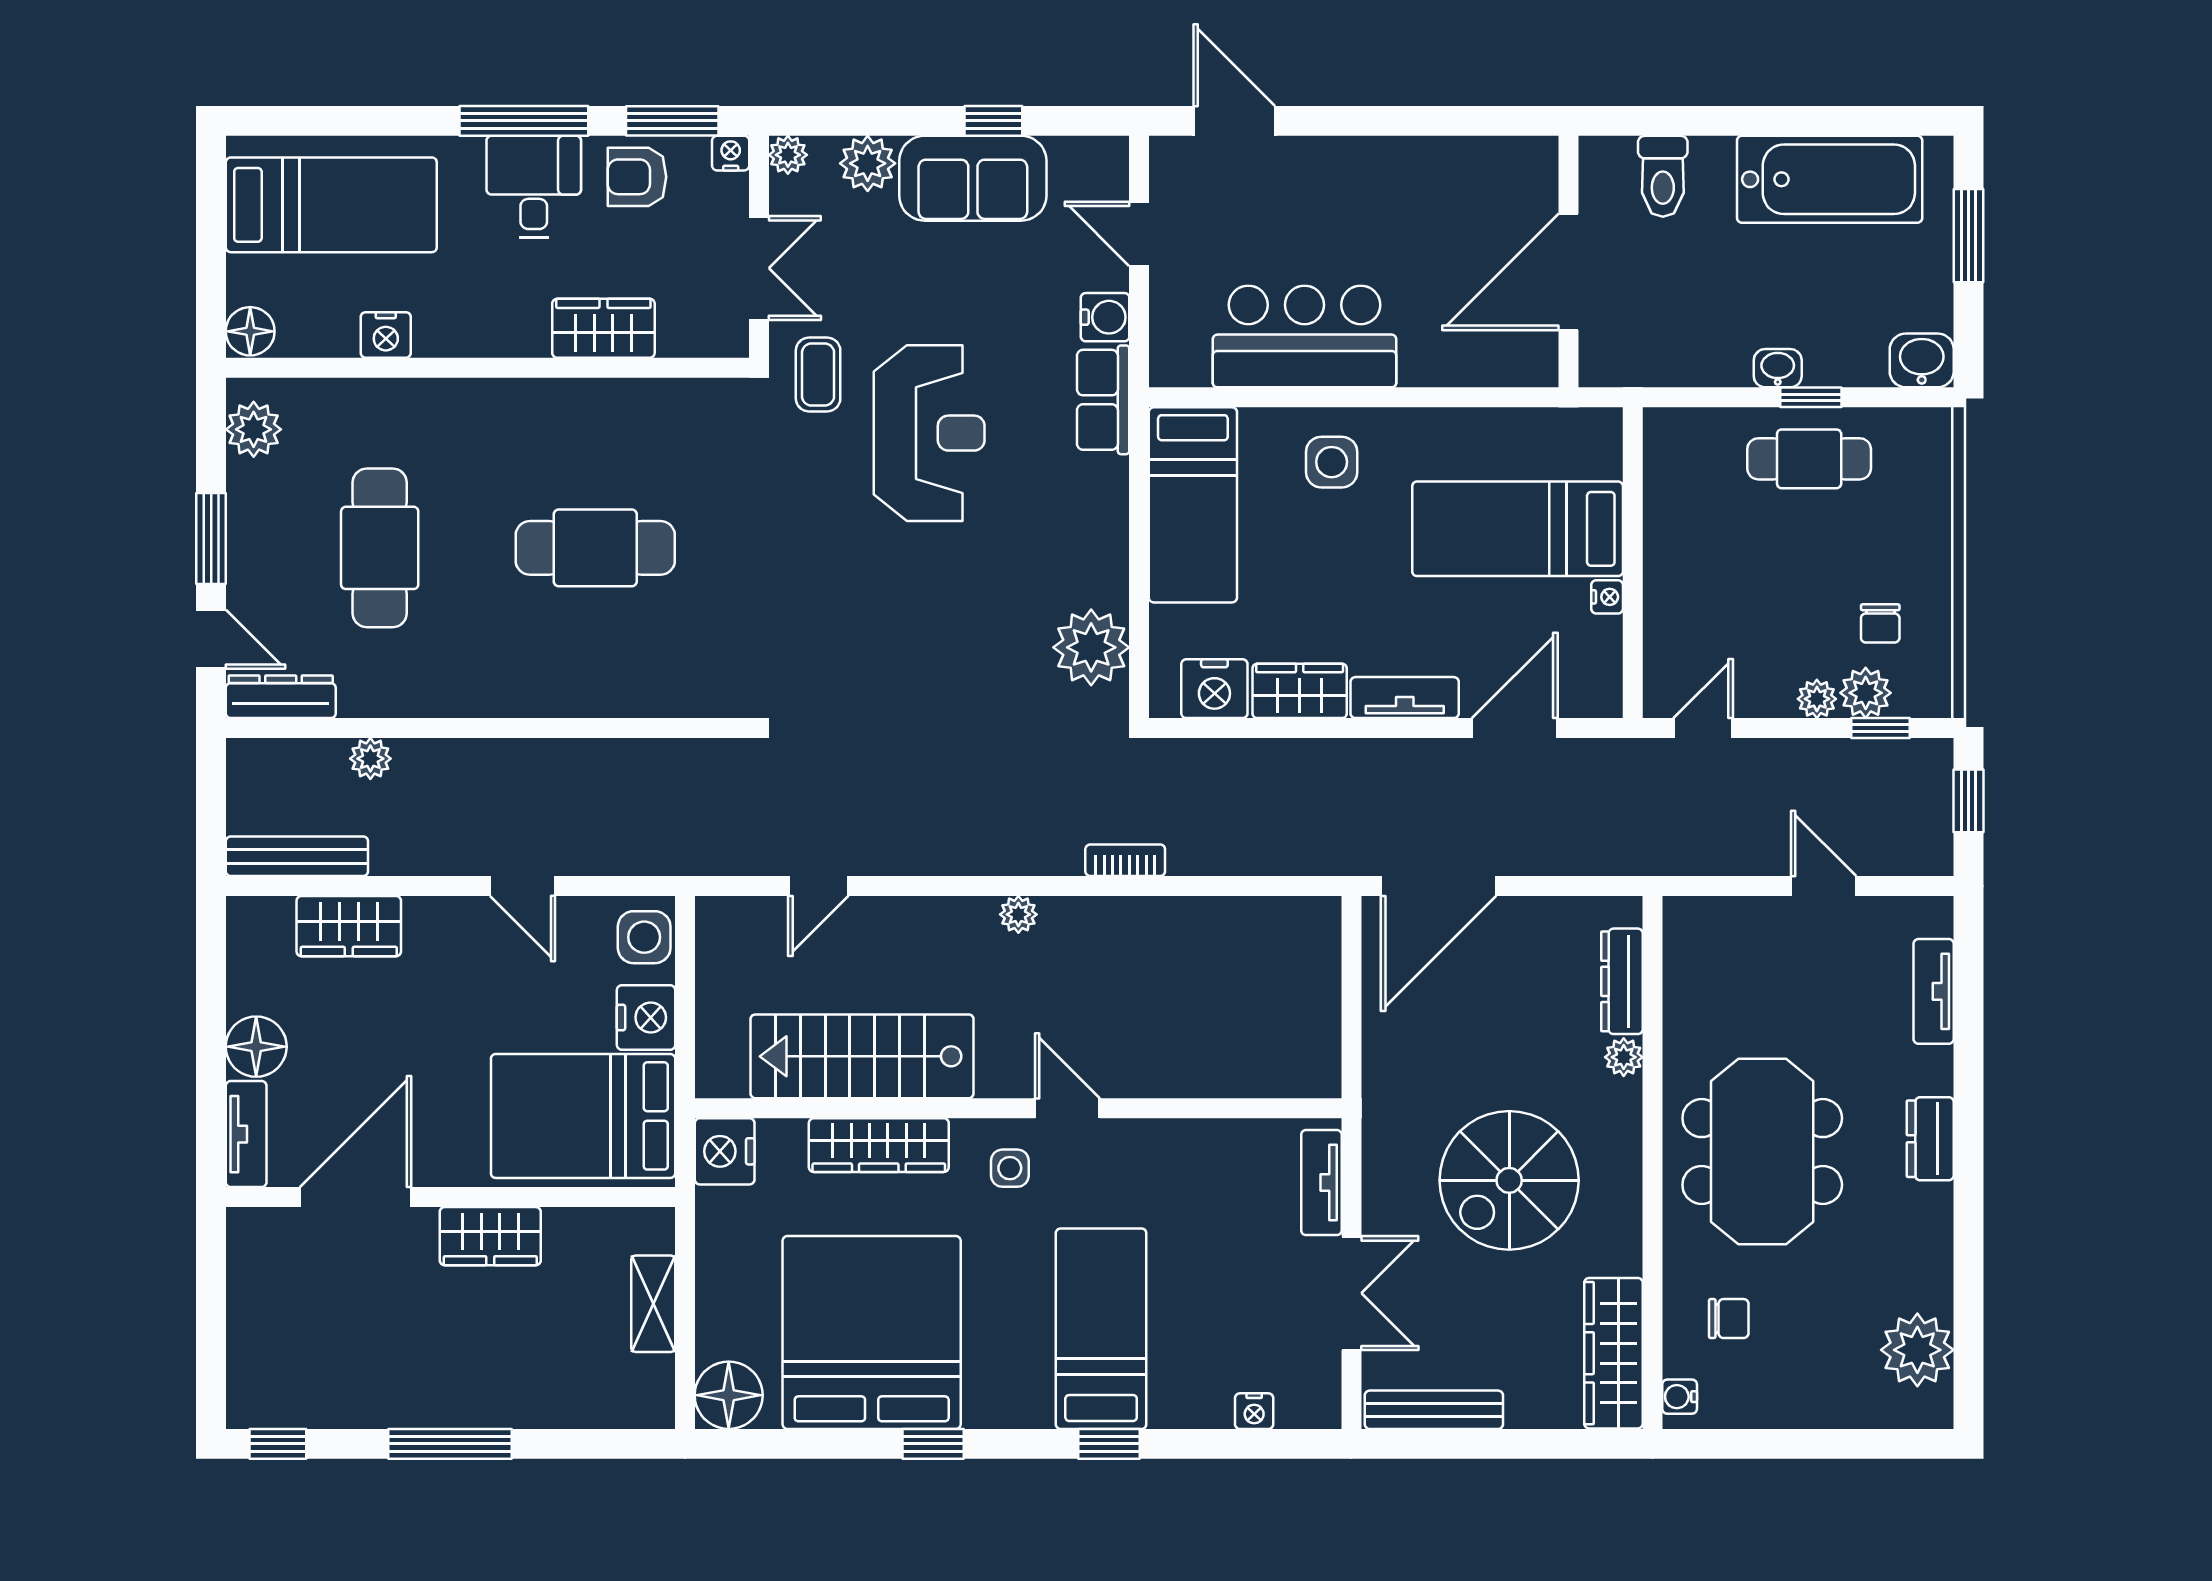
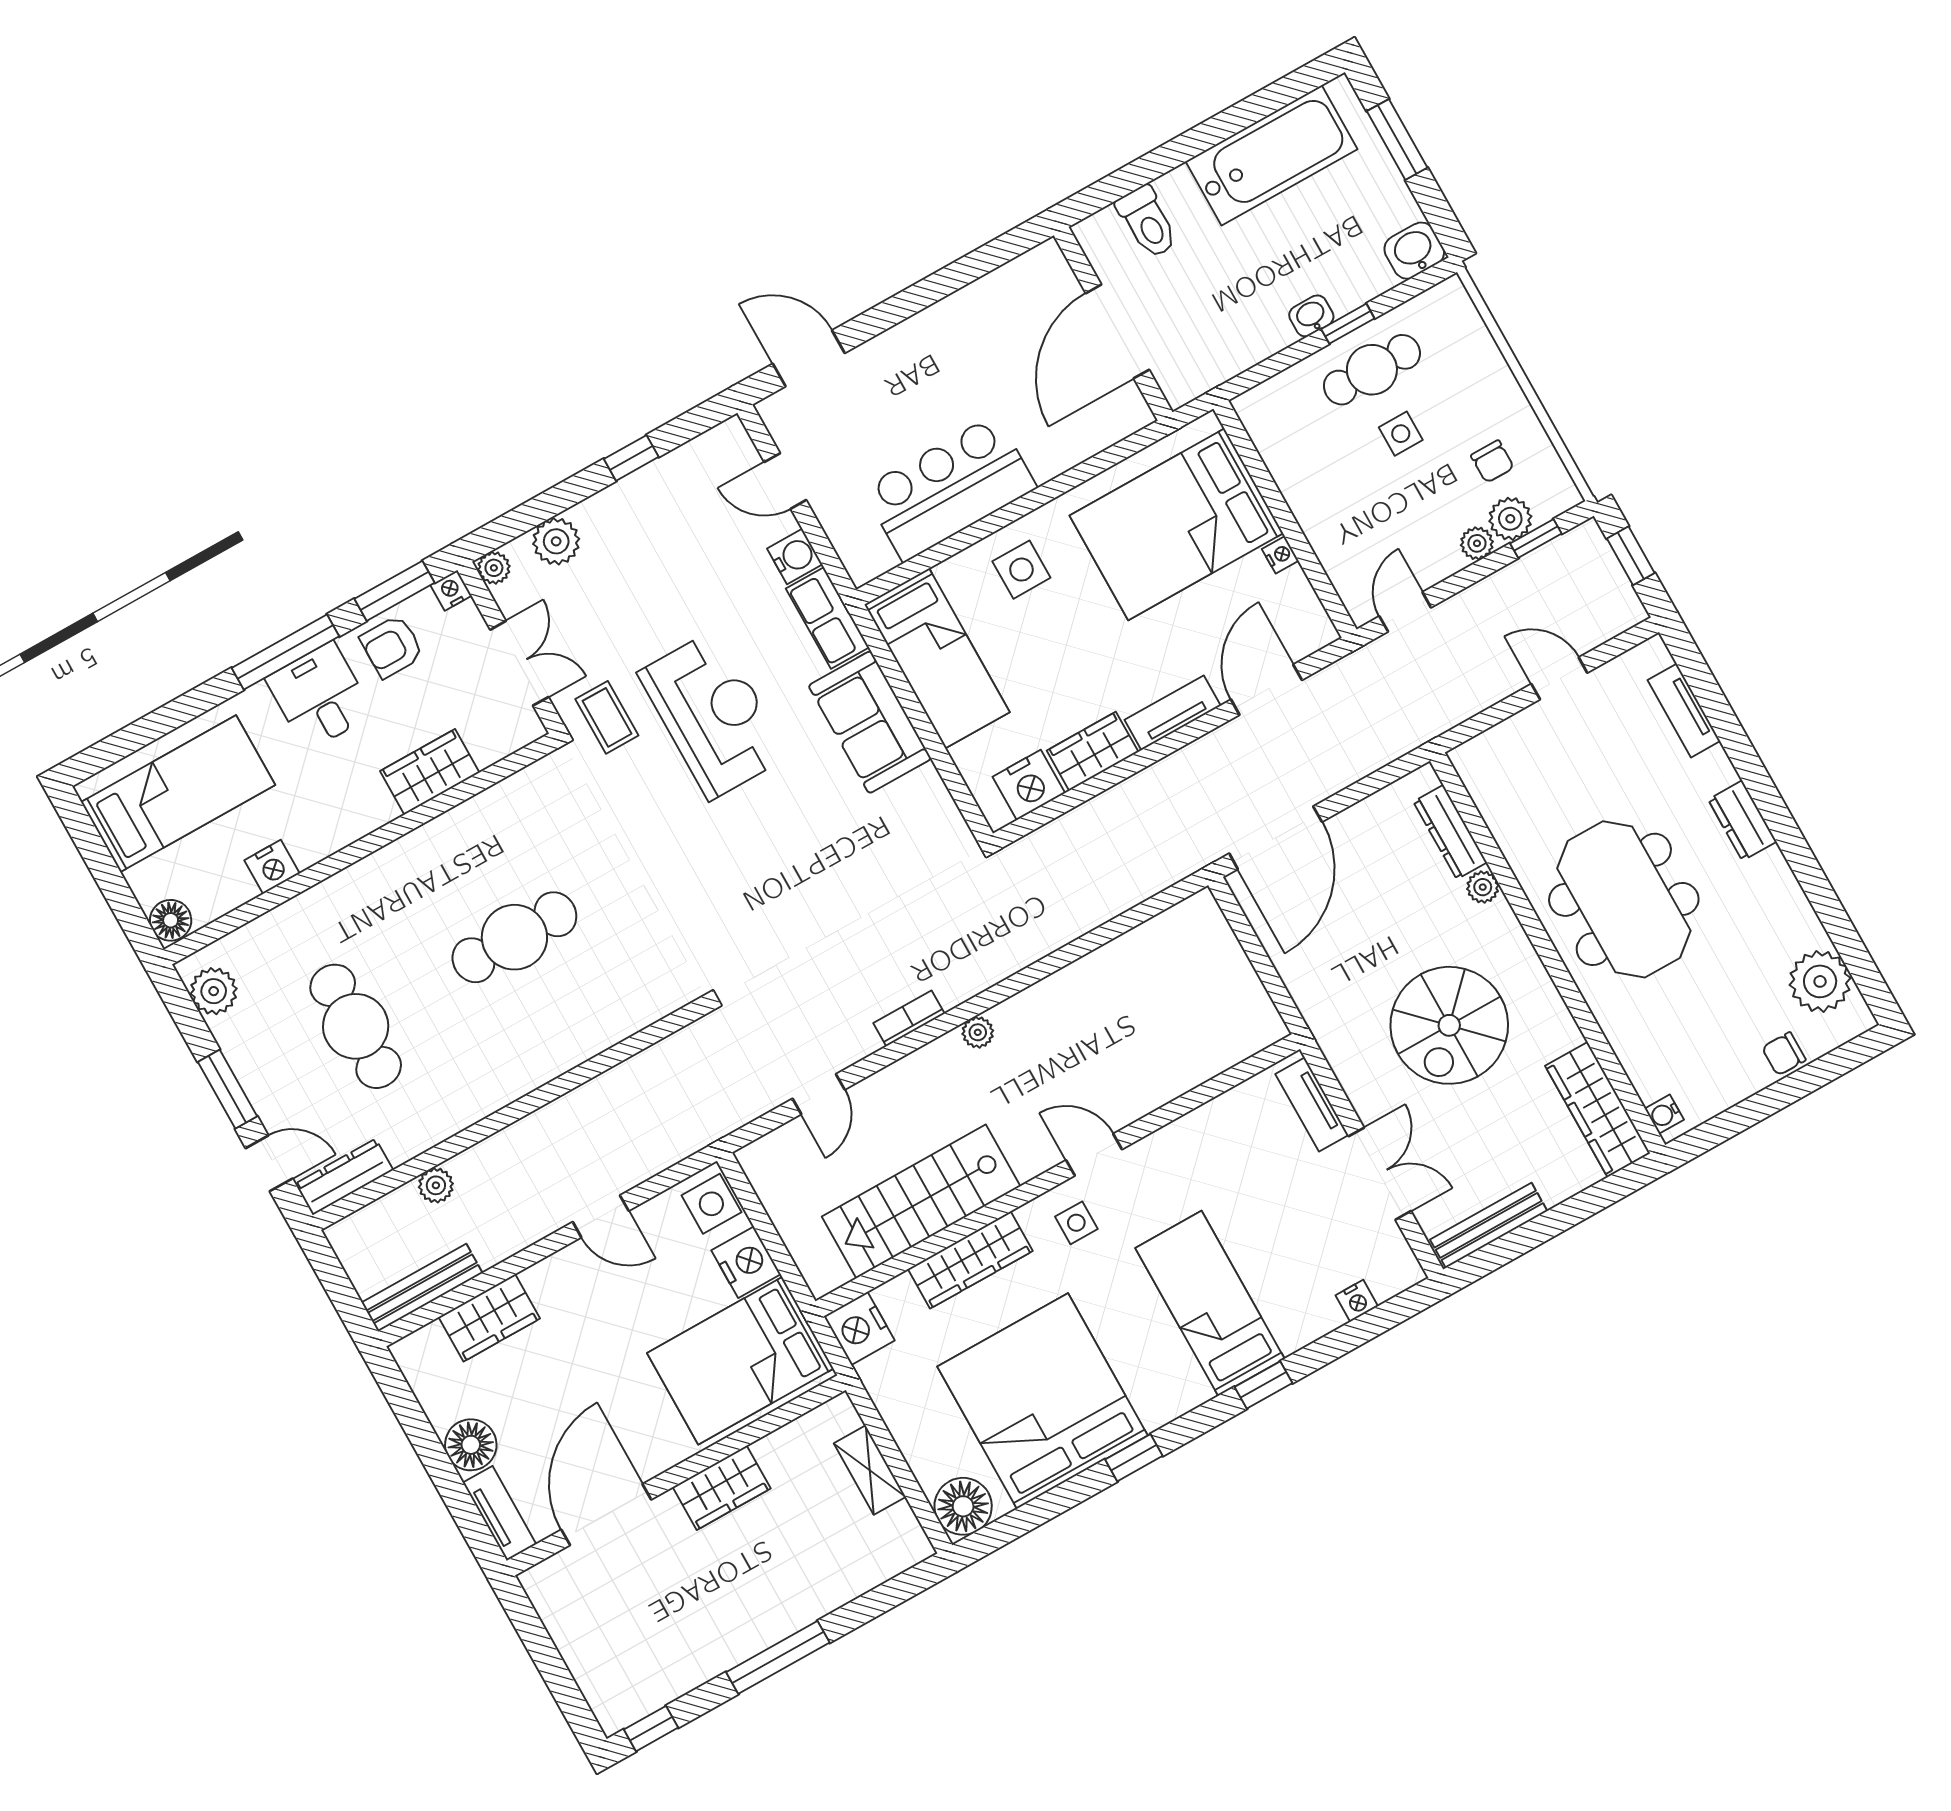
sofa: (973, 178) -> (870, 722), moved, turned 90
bed: (1518, 529) -> (1176, 524), width x1.50
side table: (1802, 542) -> (1401, 434), added
plant: (1091, 647) -> (921, 805), removed
bookcase: (1125, 860) -> (909, 1018), moved
chair: (1729, 1319) -> (1784, 1054), moved, turned 180

